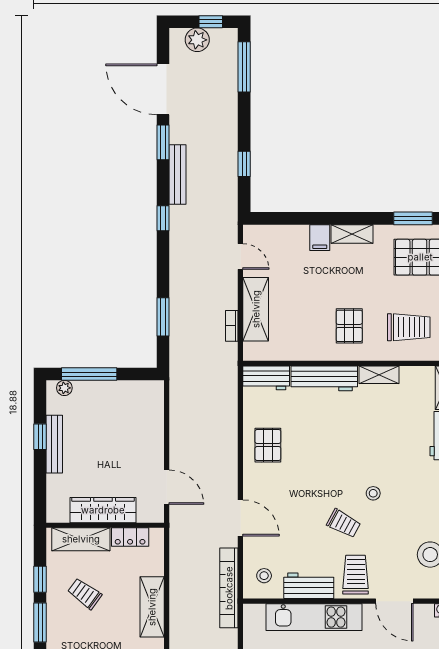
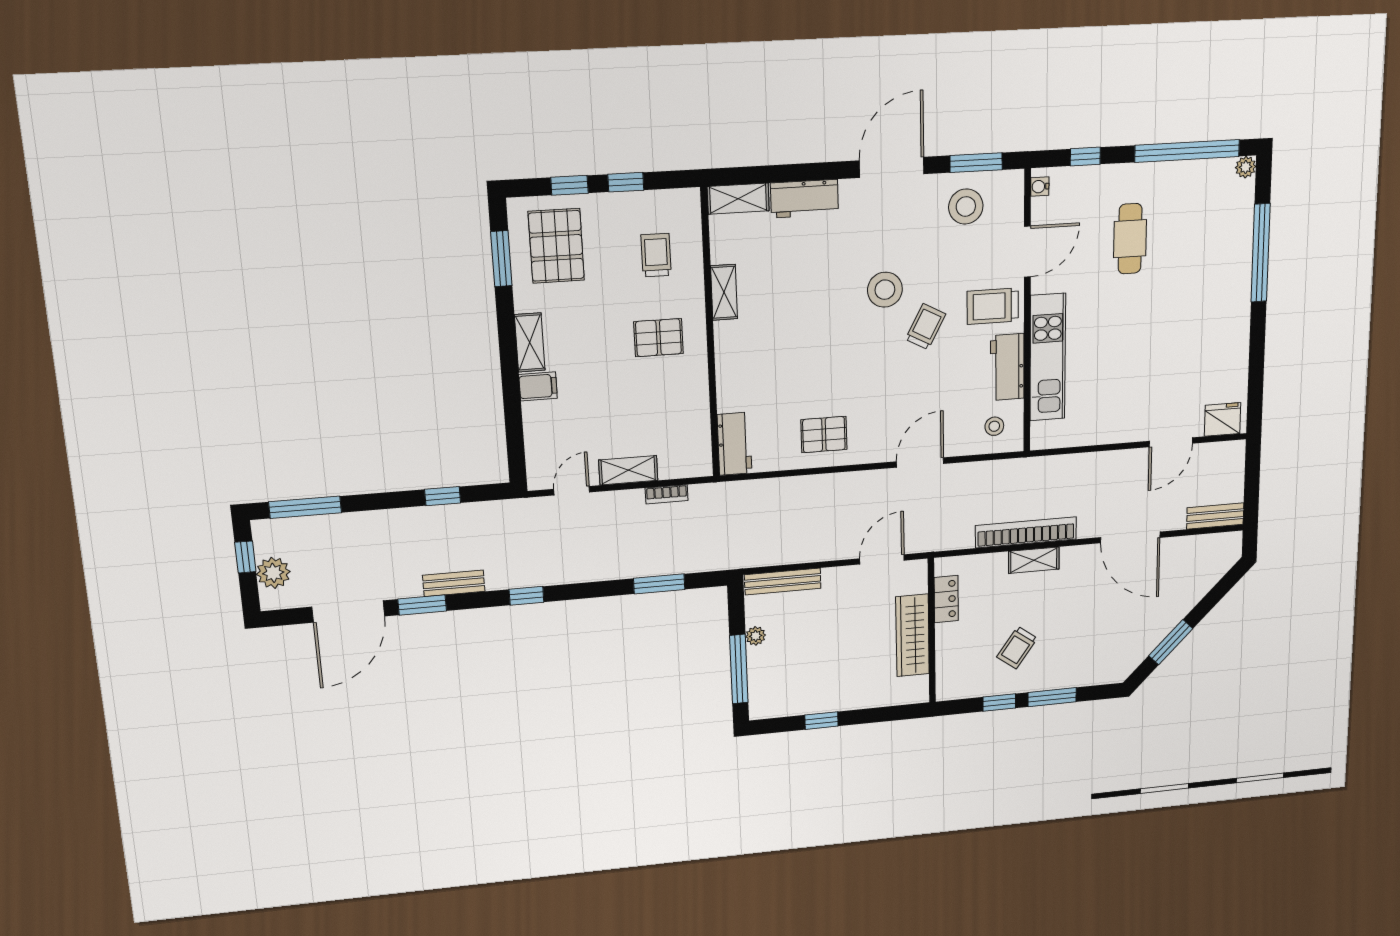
bench: (178, 174) -> (454, 583), width x0.73
shelving: (256, 309) -> (628, 470), width x0.67, depth x0.75
trolley: (409, 327) -> (656, 255), width x0.73, depth x0.72
workbench: (324, 378) -> (732, 366), removed
plant: (64, 388) -> (756, 636), moved
bench: (54, 444) -> (783, 582), moved
stool: (373, 493) -> (885, 290), width x1.89, depth x1.89
shelving: (81, 539) -> (950, 659), removed
bookcase: (229, 588) -> (1026, 532), moved, turned 180
shelving: (152, 607) -> (1034, 560), width x0.67, depth x0.75

